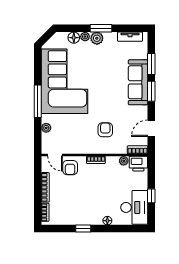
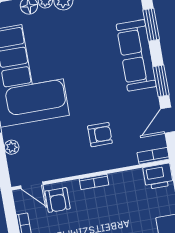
window: (151, 91) -> (161, 81), moved
armchair: (105, 130) -> (100, 135), turned 90
plant: (124, 161) -> (136, 176), removed

